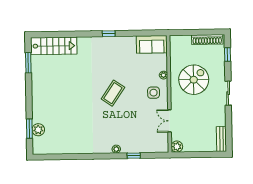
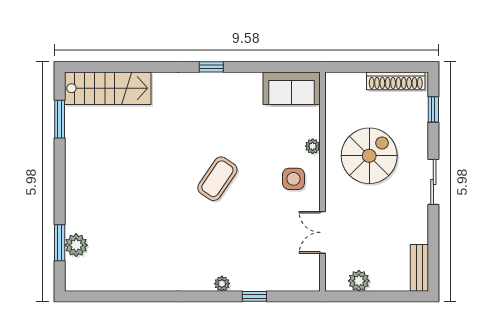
plant: (177, 147) -> (359, 281), moved

